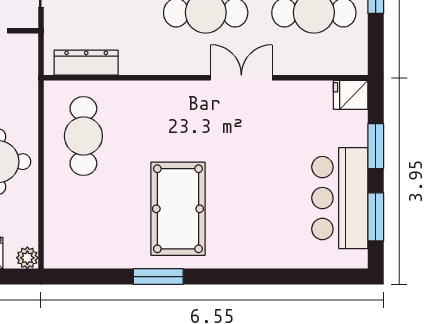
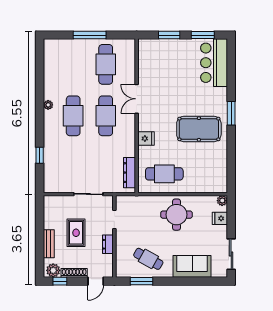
fridge: (351, 95) -> (146, 138), moved, turned -90
bar counter: (340, 198) -> (214, 63), moved, turned 90
window: (158, 277) -> (231, 113), moved

